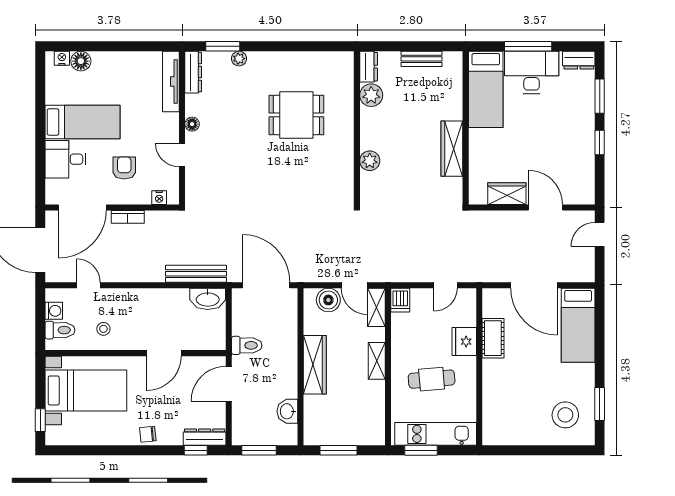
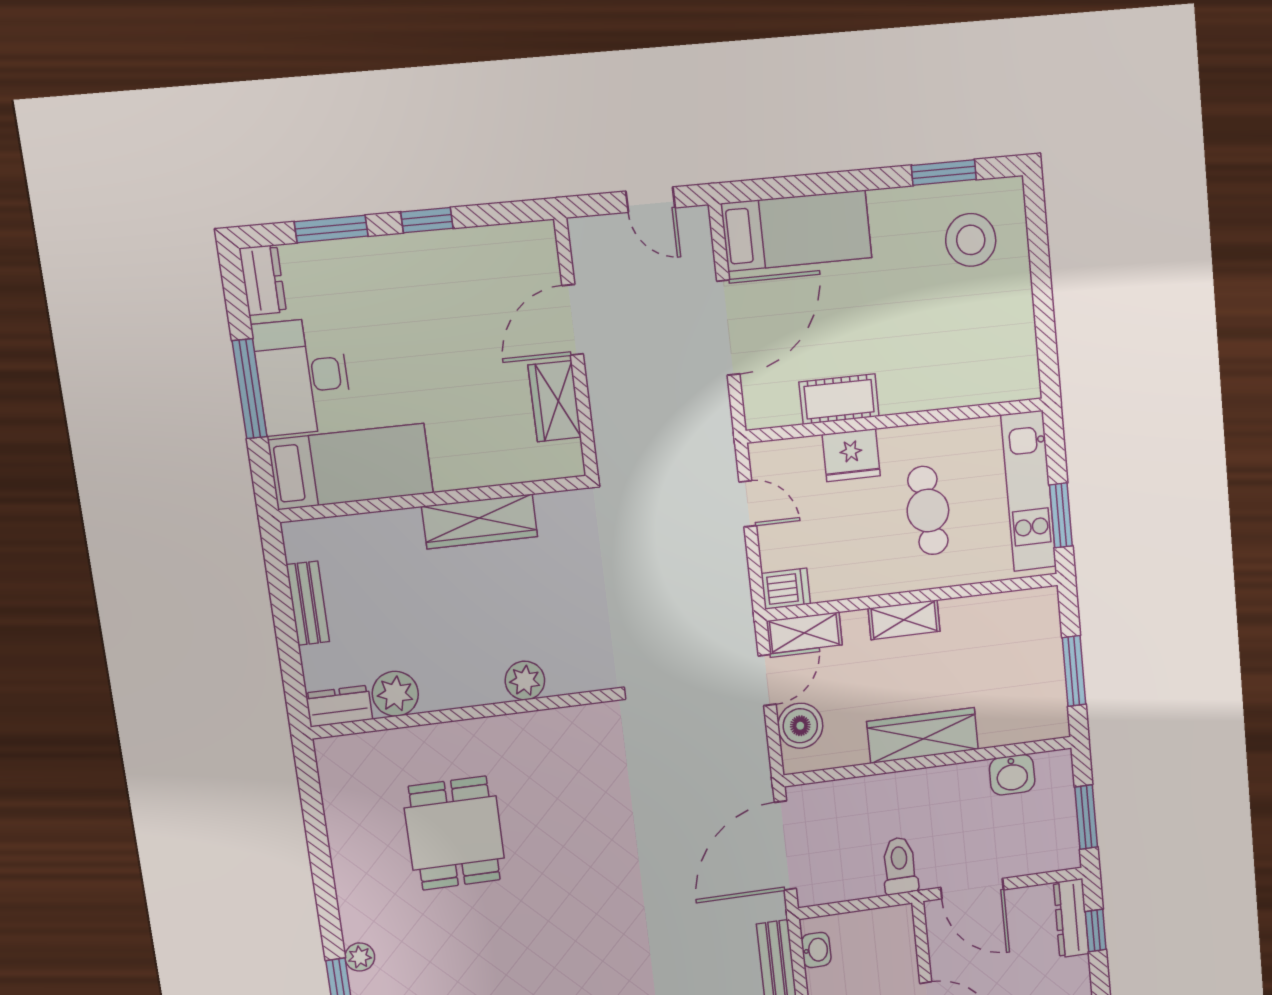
door: (600, 234) -> (650, 200), moved
washbasin: (208, 299) -> (816, 950), width x0.52, depth x0.69

